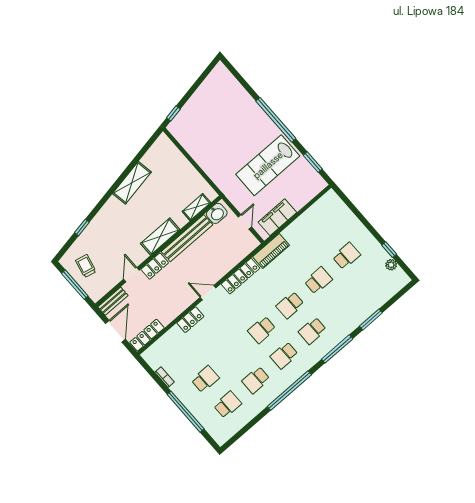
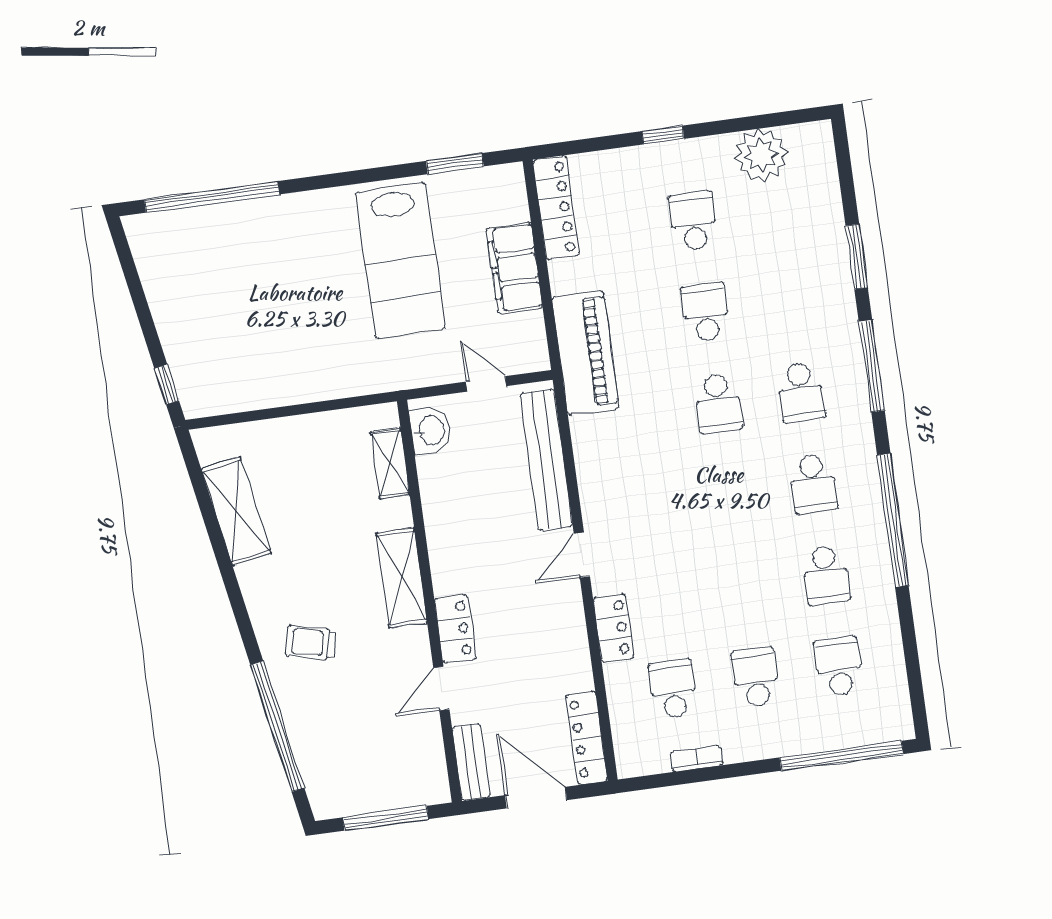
window: (276, 120) -> (212, 197), moved
shelving: (132, 183) -> (236, 511), moved
filing cabinet: (277, 217) -> (515, 268), moved
window: (82, 227) -> (277, 726), width x3.17
bench: (187, 238) -> (546, 460), moved
window: (389, 250) -> (663, 135), moved
piano: (271, 251) -> (585, 353), width x1.37, depth x1.33
plant: (391, 265) -> (761, 155), width x1.88, depth x1.88
trolley: (86, 266) -> (311, 643), moved
door: (131, 275) -> (441, 689), hinge flipped
locker: (240, 276) -> (556, 208), moved
school desk: (262, 330) -> (673, 689), moved, turned 180
window: (186, 412) -> (841, 756), moved

